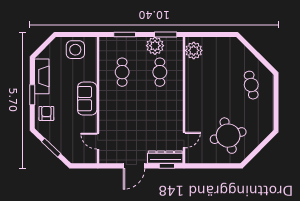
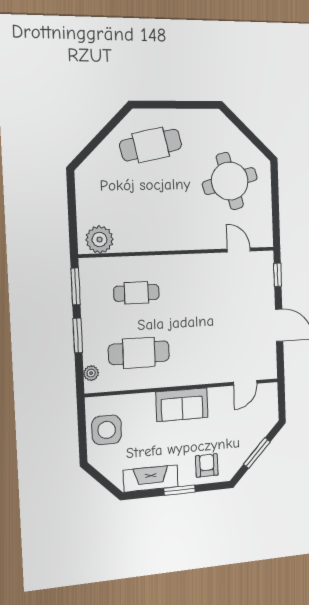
window: (125, 34) -> (78, 335), moved
plant: (155, 46) -> (91, 373), moved, width x0.53, depth x0.53
cafe table: (122, 72) -> (139, 353), width x1.37, depth x1.35
cafe table: (251, 85) -> (151, 145), width x1.37, depth x1.35
armchair: (46, 113) -> (207, 465), turned 90
dresser: (165, 157) -> (265, 278), removed

